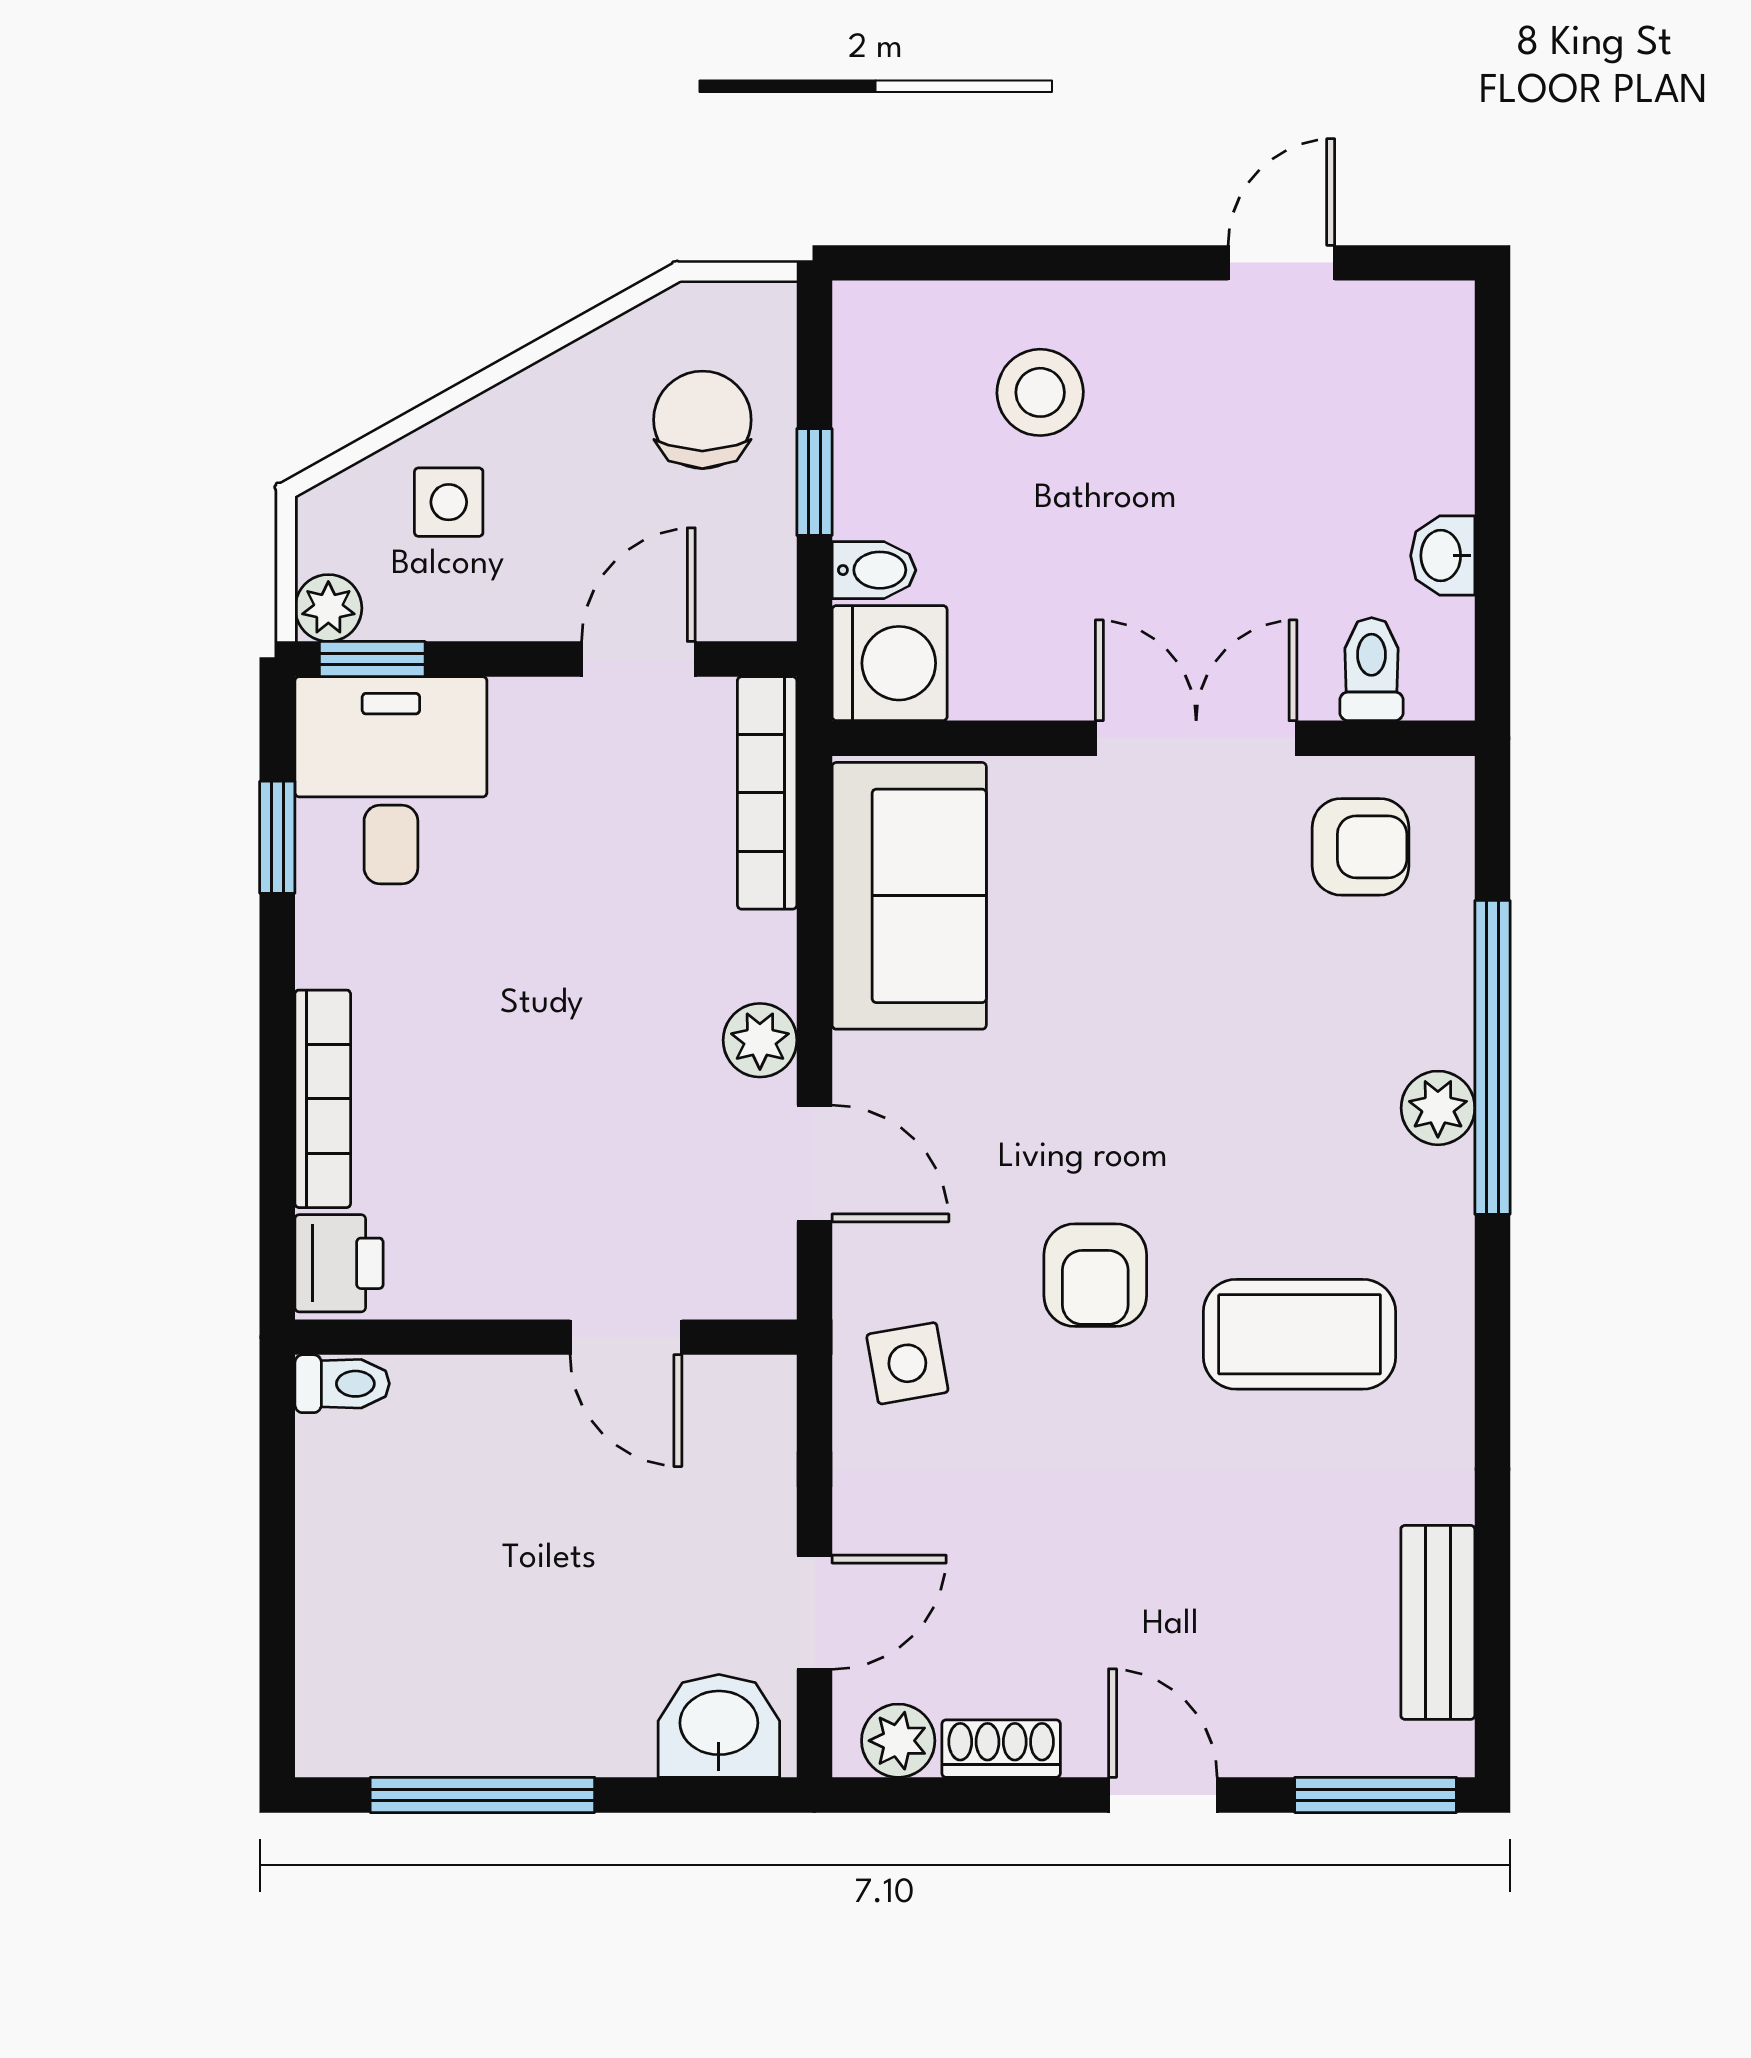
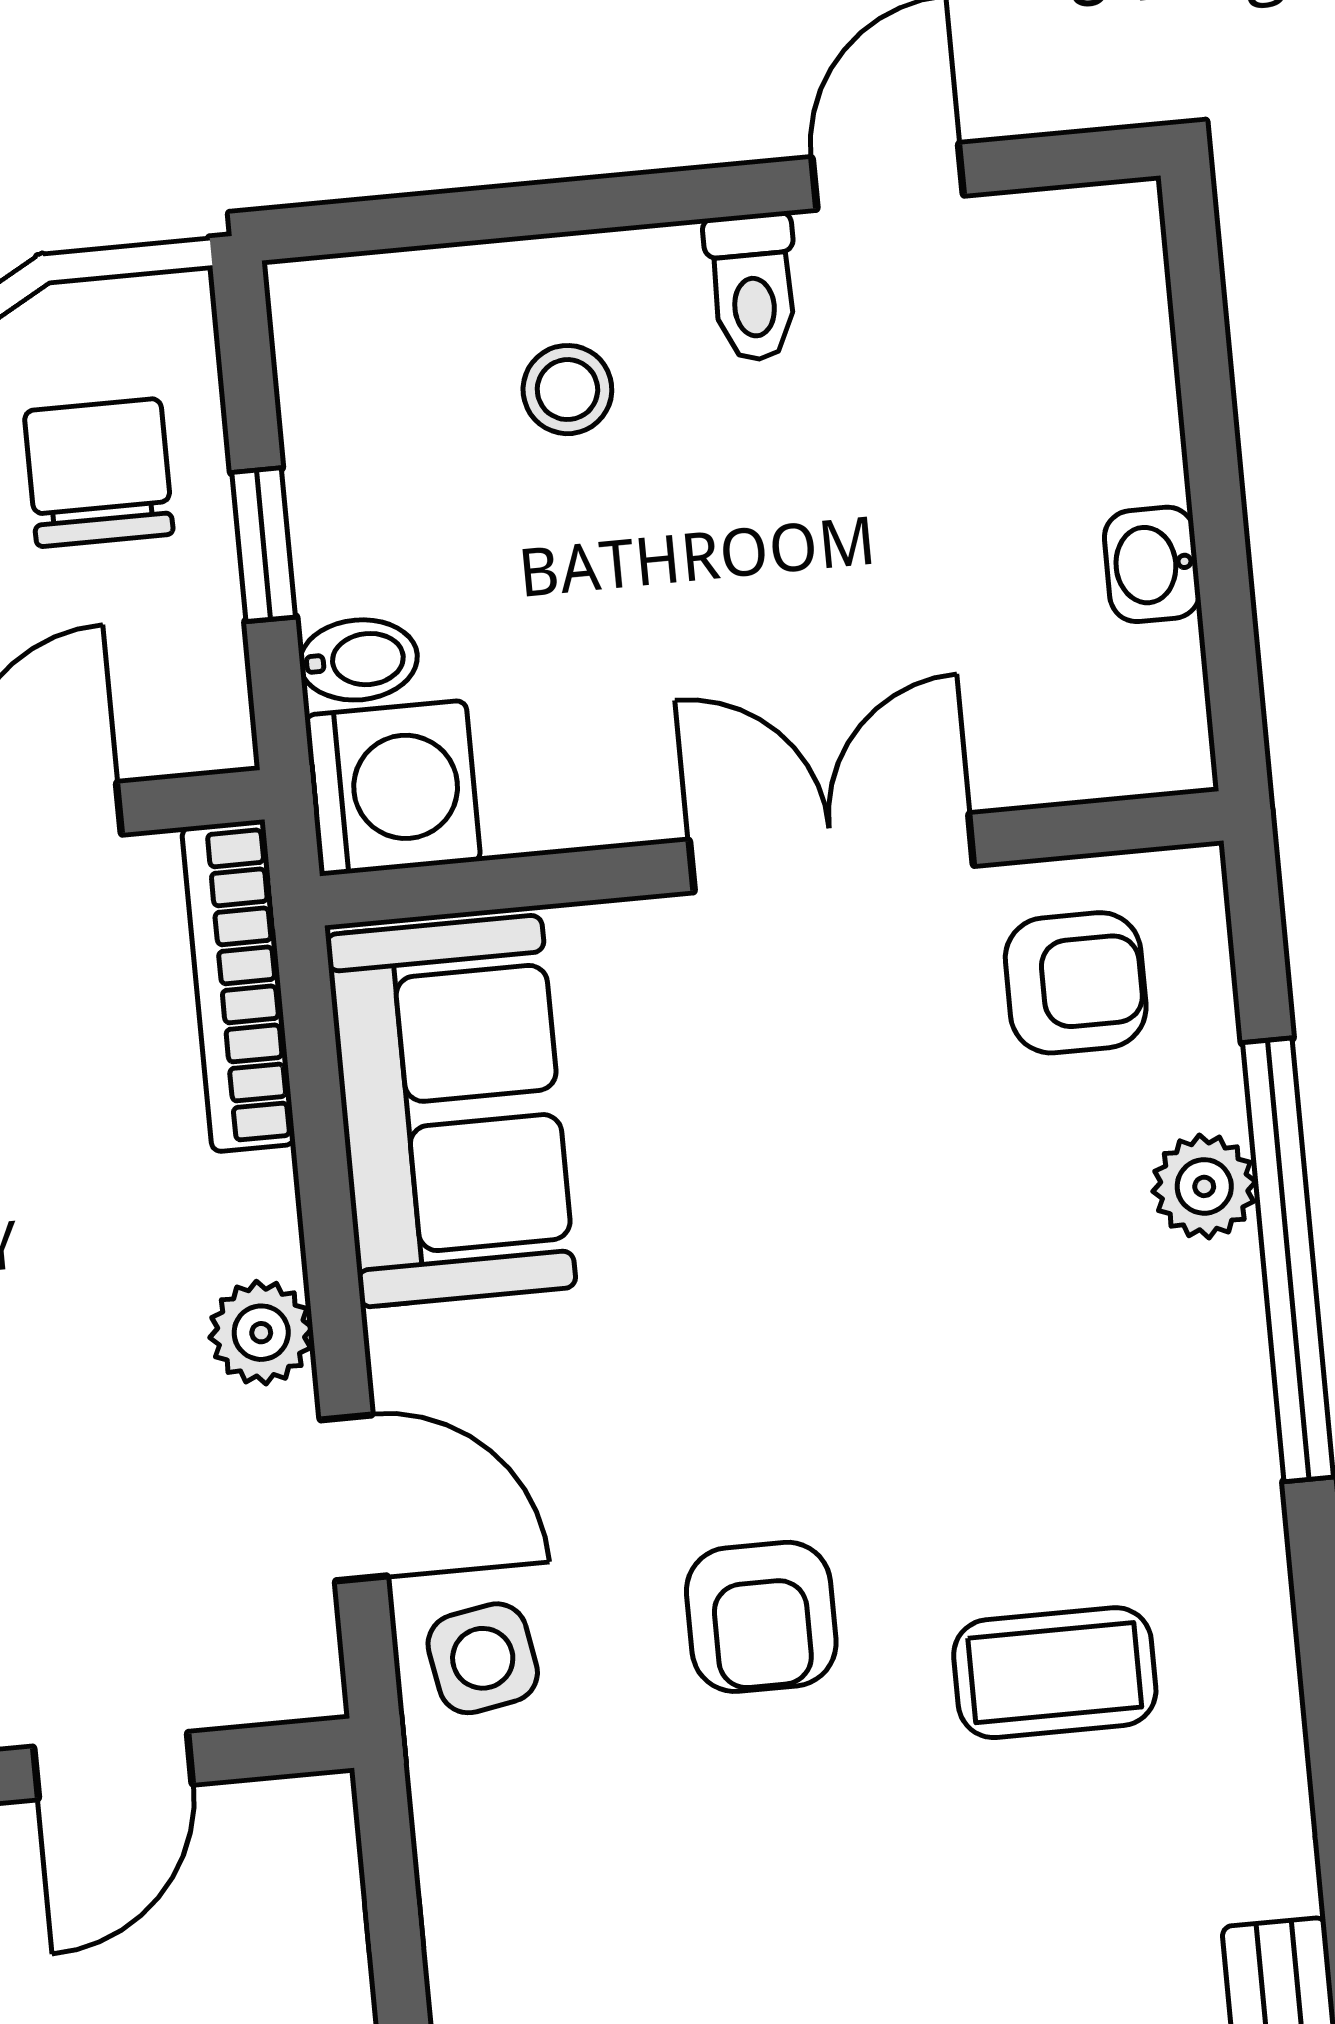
stool: (1040, 392) -> (567, 390), width x0.73, depth x0.73
toilet: (1372, 669) -> (753, 287), moved, turned 180
plant: (1438, 1108) -> (1204, 1186), moved
coffee table: (1300, 1334) -> (1055, 1673), width x0.73, depth x0.77
door: (626, 1337) -> (113, 1766), hinge flipped
side table: (907, 1363) -> (483, 1658), moved

